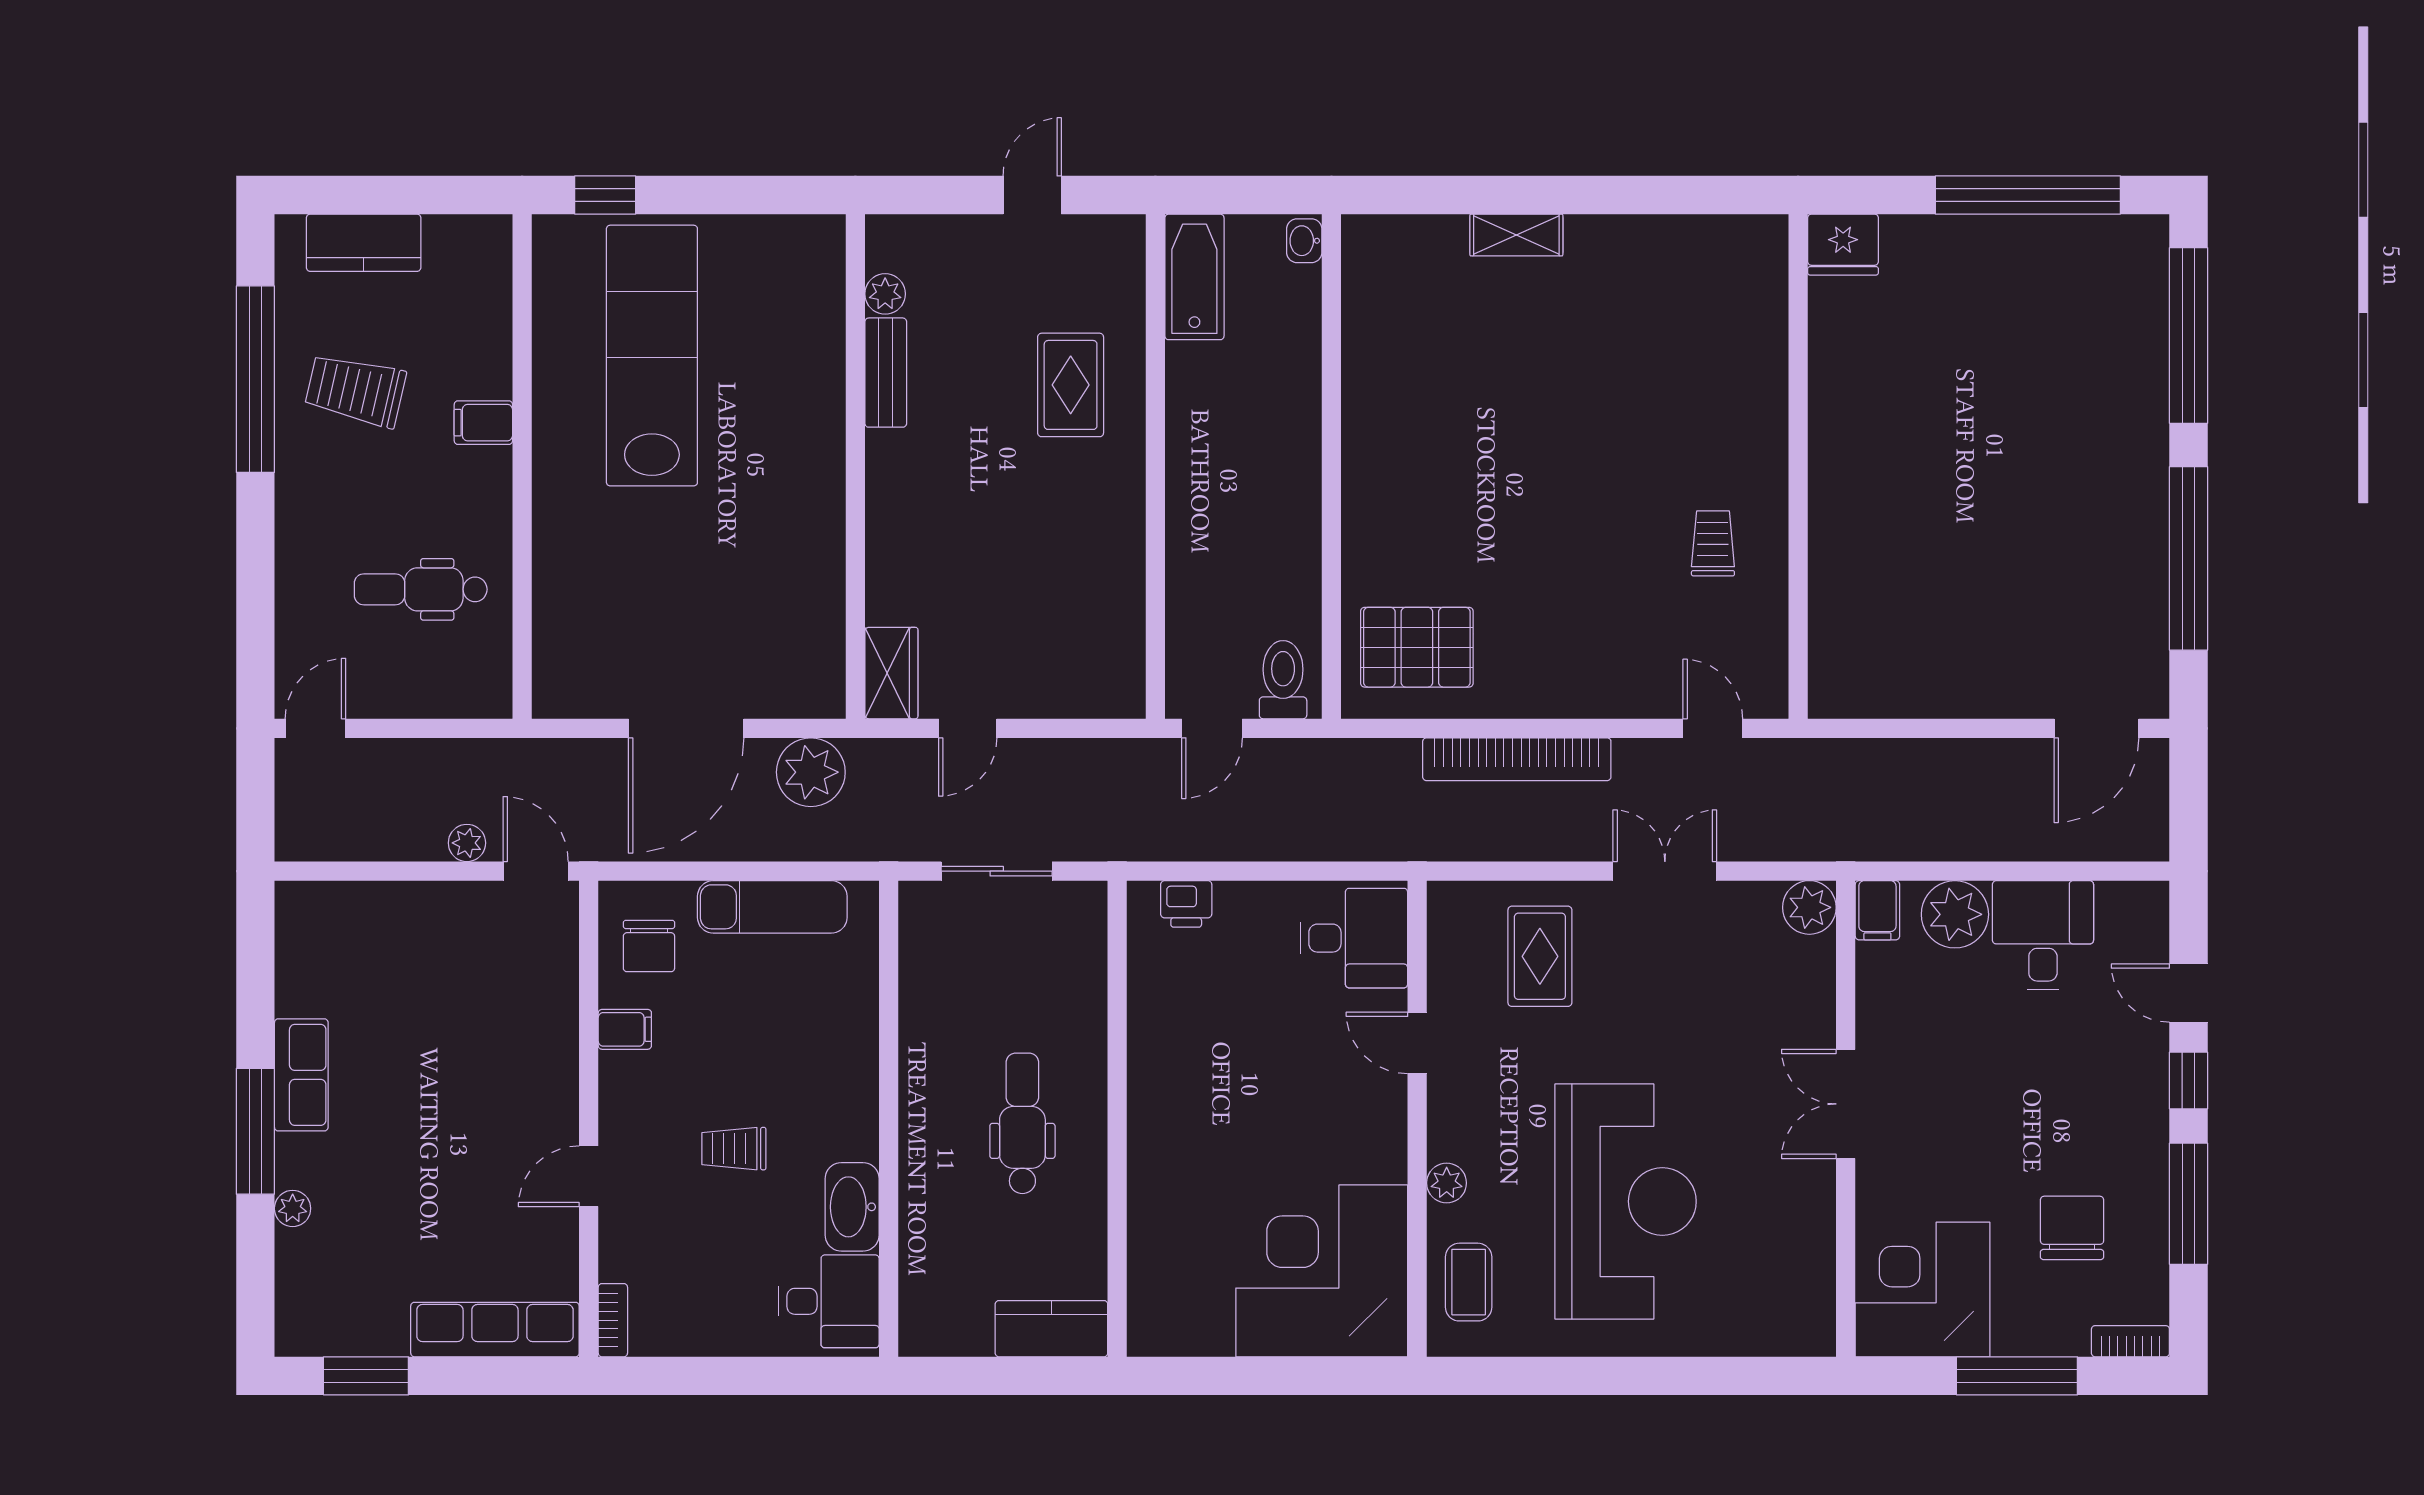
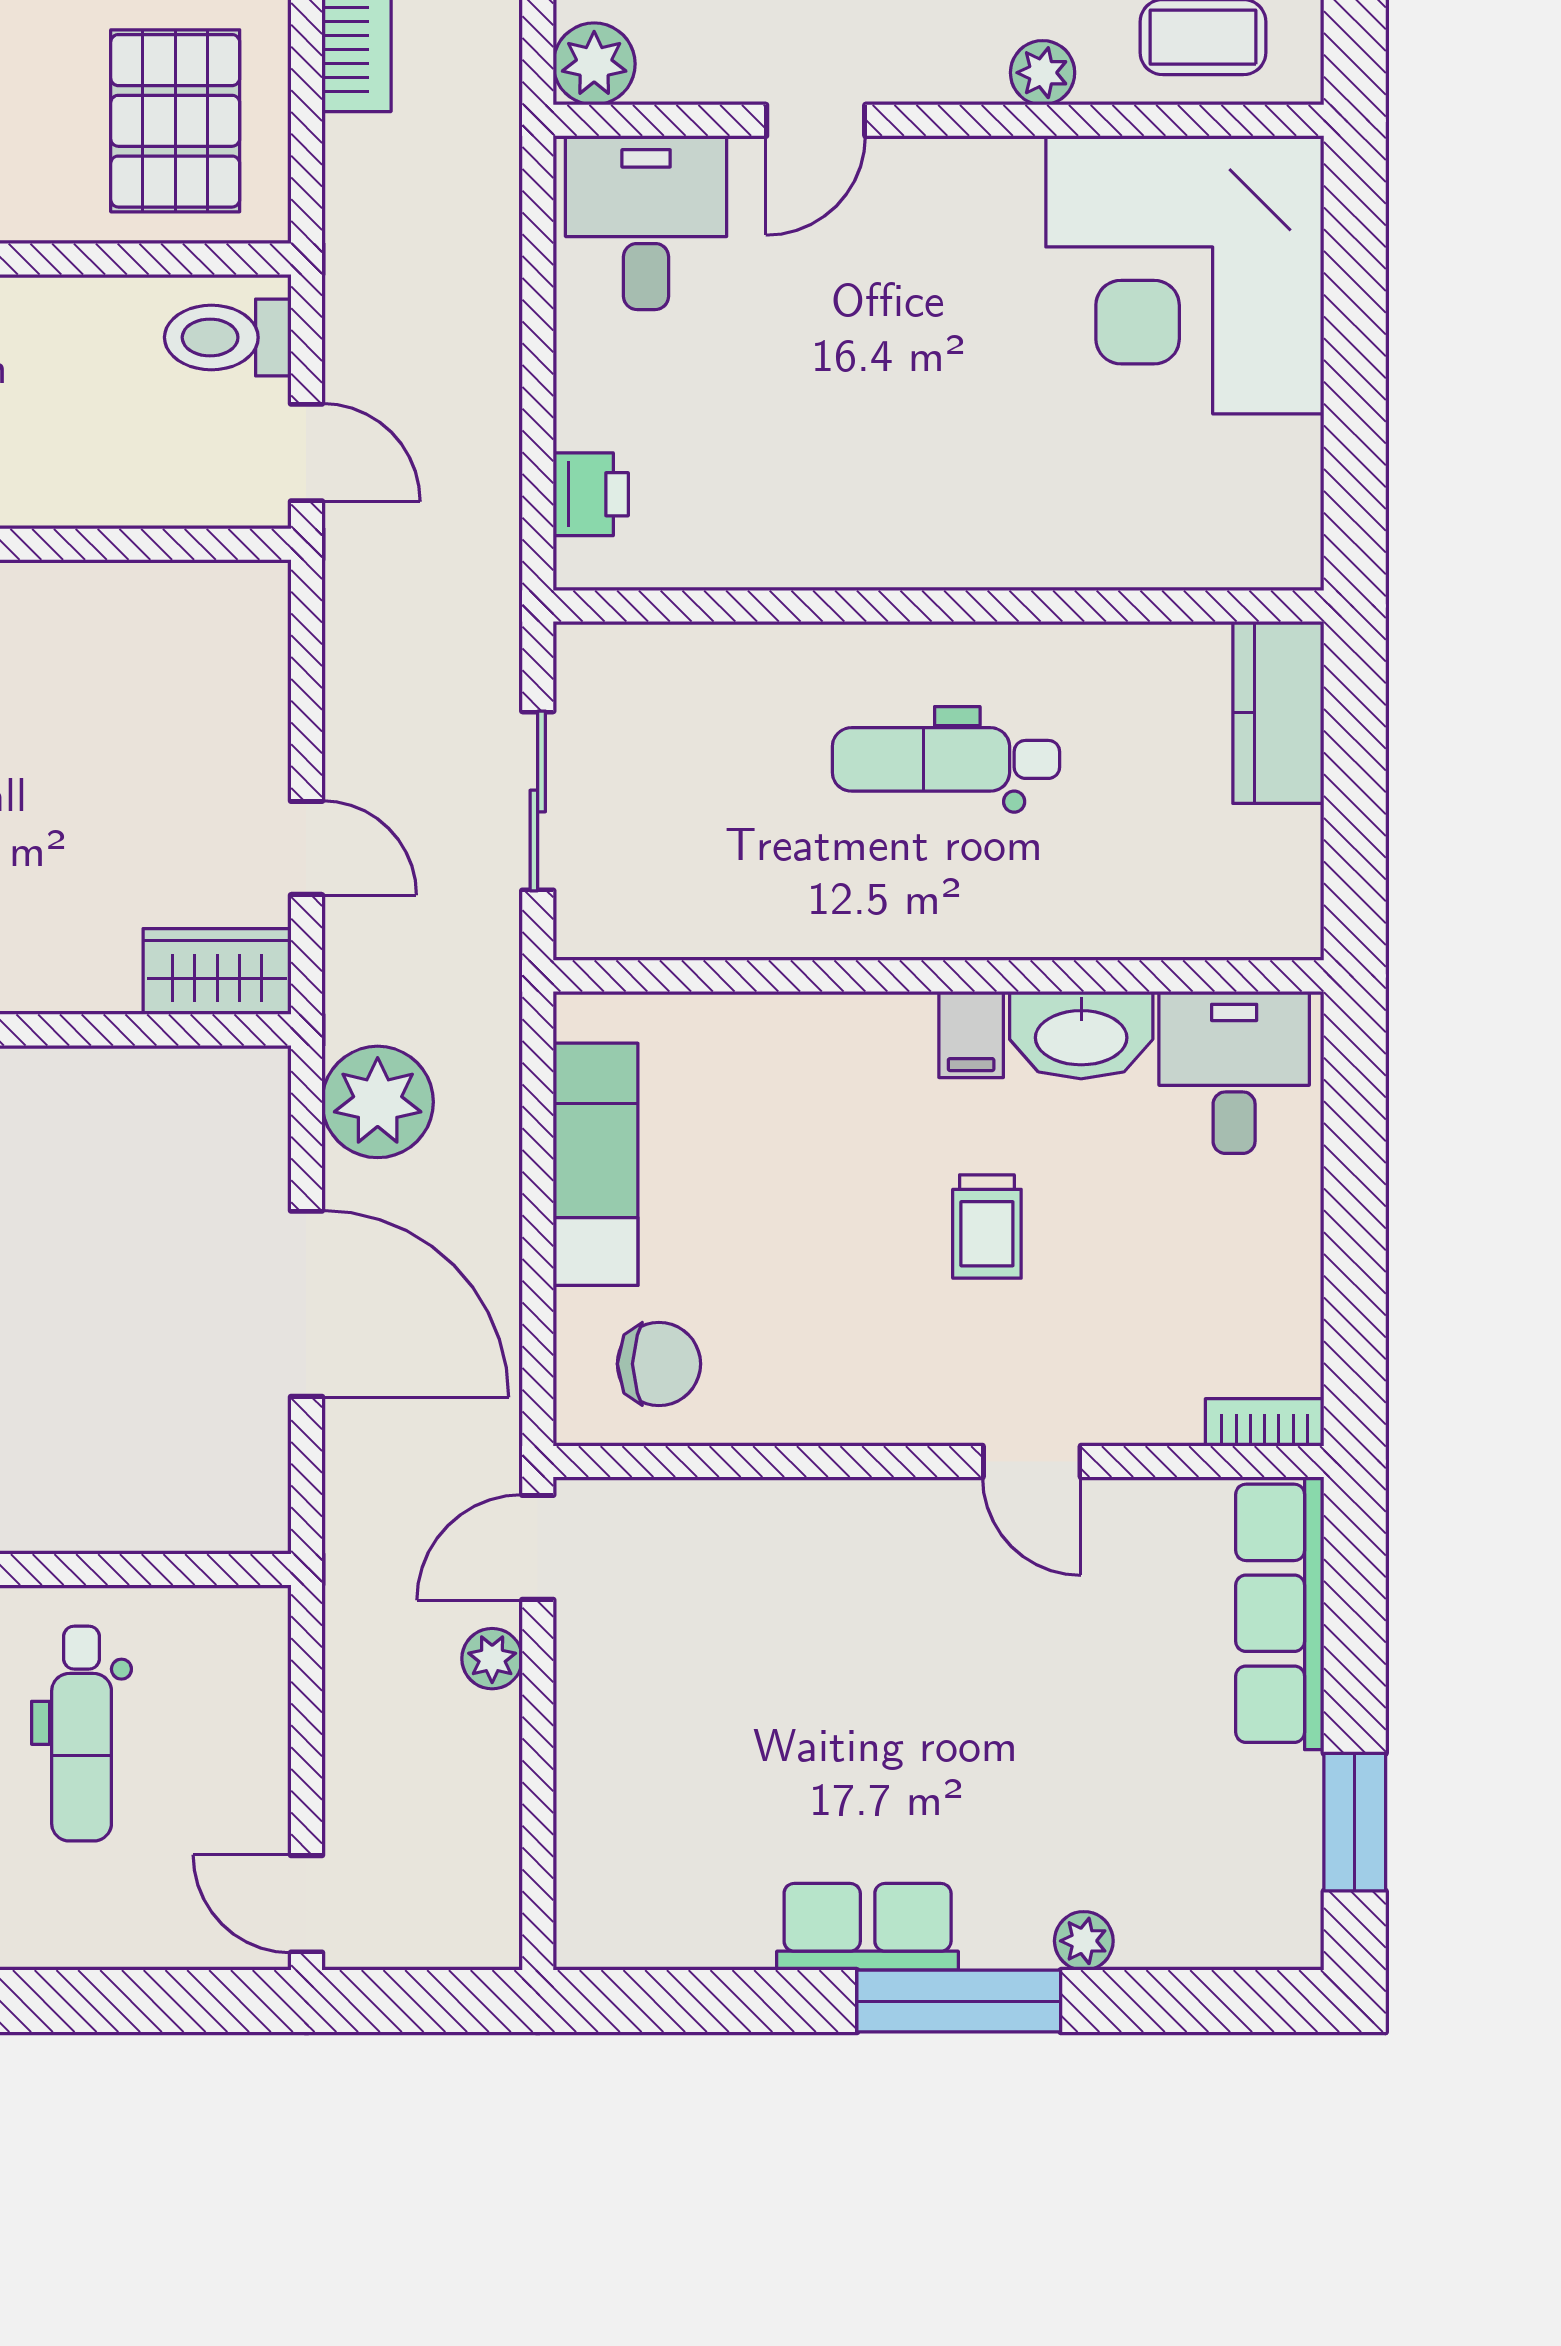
plant: (1452, 906) -> (594, 64), added
filing cabinet: (625, 1029) -> (971, 1034), moved, turned 180

